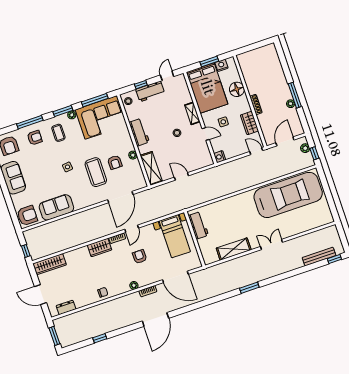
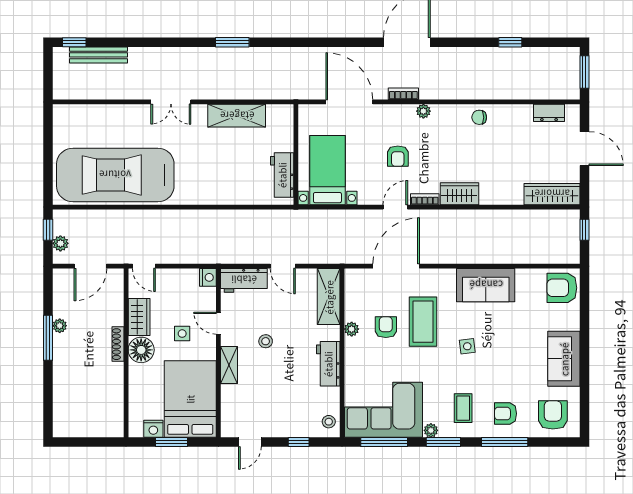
floor lamp: (237, 89) -> (141, 350), moved
workbench: (150, 91) -> (244, 280), moved, turned 180
sofa: (56, 207) -> (486, 285), moved

